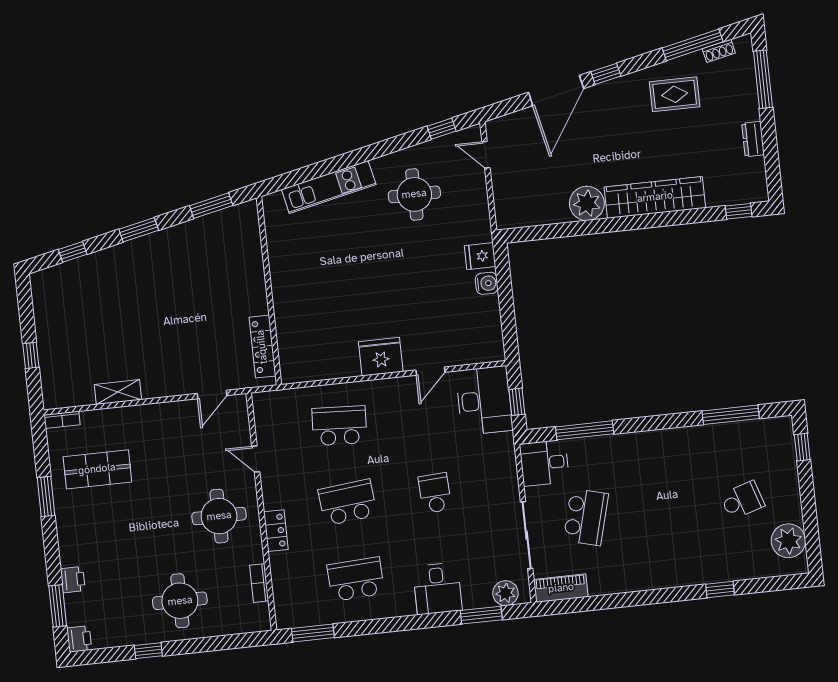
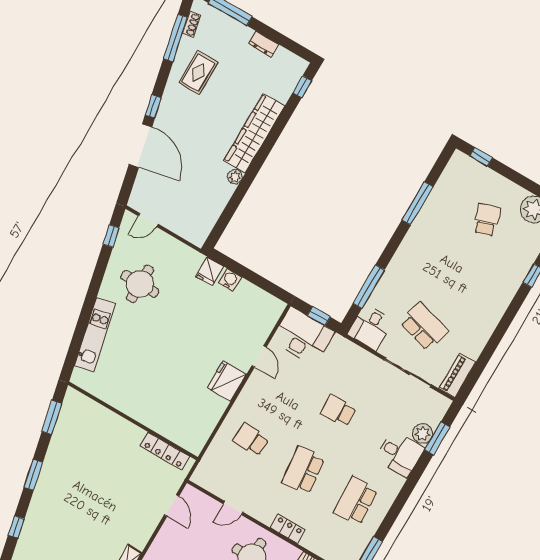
plant: (587, 203) -> (235, 177), width x0.53, depth x0.53
window: (731, 415) -> (418, 203), moved
school desk: (339, 426) -> (251, 440), width x0.54
plant: (505, 593) -> (423, 433), moved

